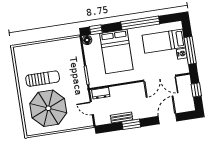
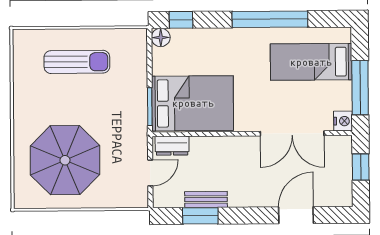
bed: (116, 52) -> (193, 103), moved, turned -90
nightstand: (182, 54) -> (343, 121), moved
sun lounger: (43, 79) -> (77, 62), moved
door: (92, 108) -> (150, 173), swing flipped
window: (131, 124) -> (200, 216), moved

